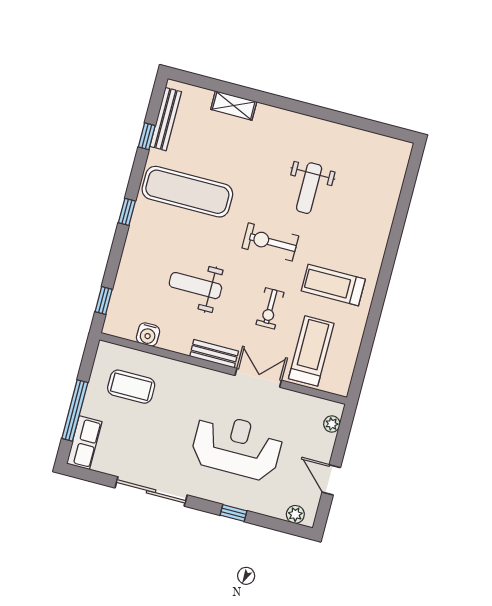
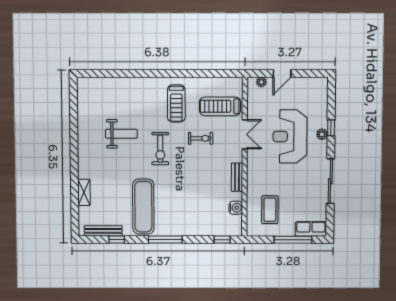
window: (127, 212) -> (165, 240), width x2.17
weight bench: (195, 286) -> (199, 187), removed
bench: (214, 354) -> (237, 177), moved
double door: (258, 378) -> (245, 134), swing flipped
door: (331, 480) -> (282, 73), moved
plant: (295, 514) -> (322, 134), moved

